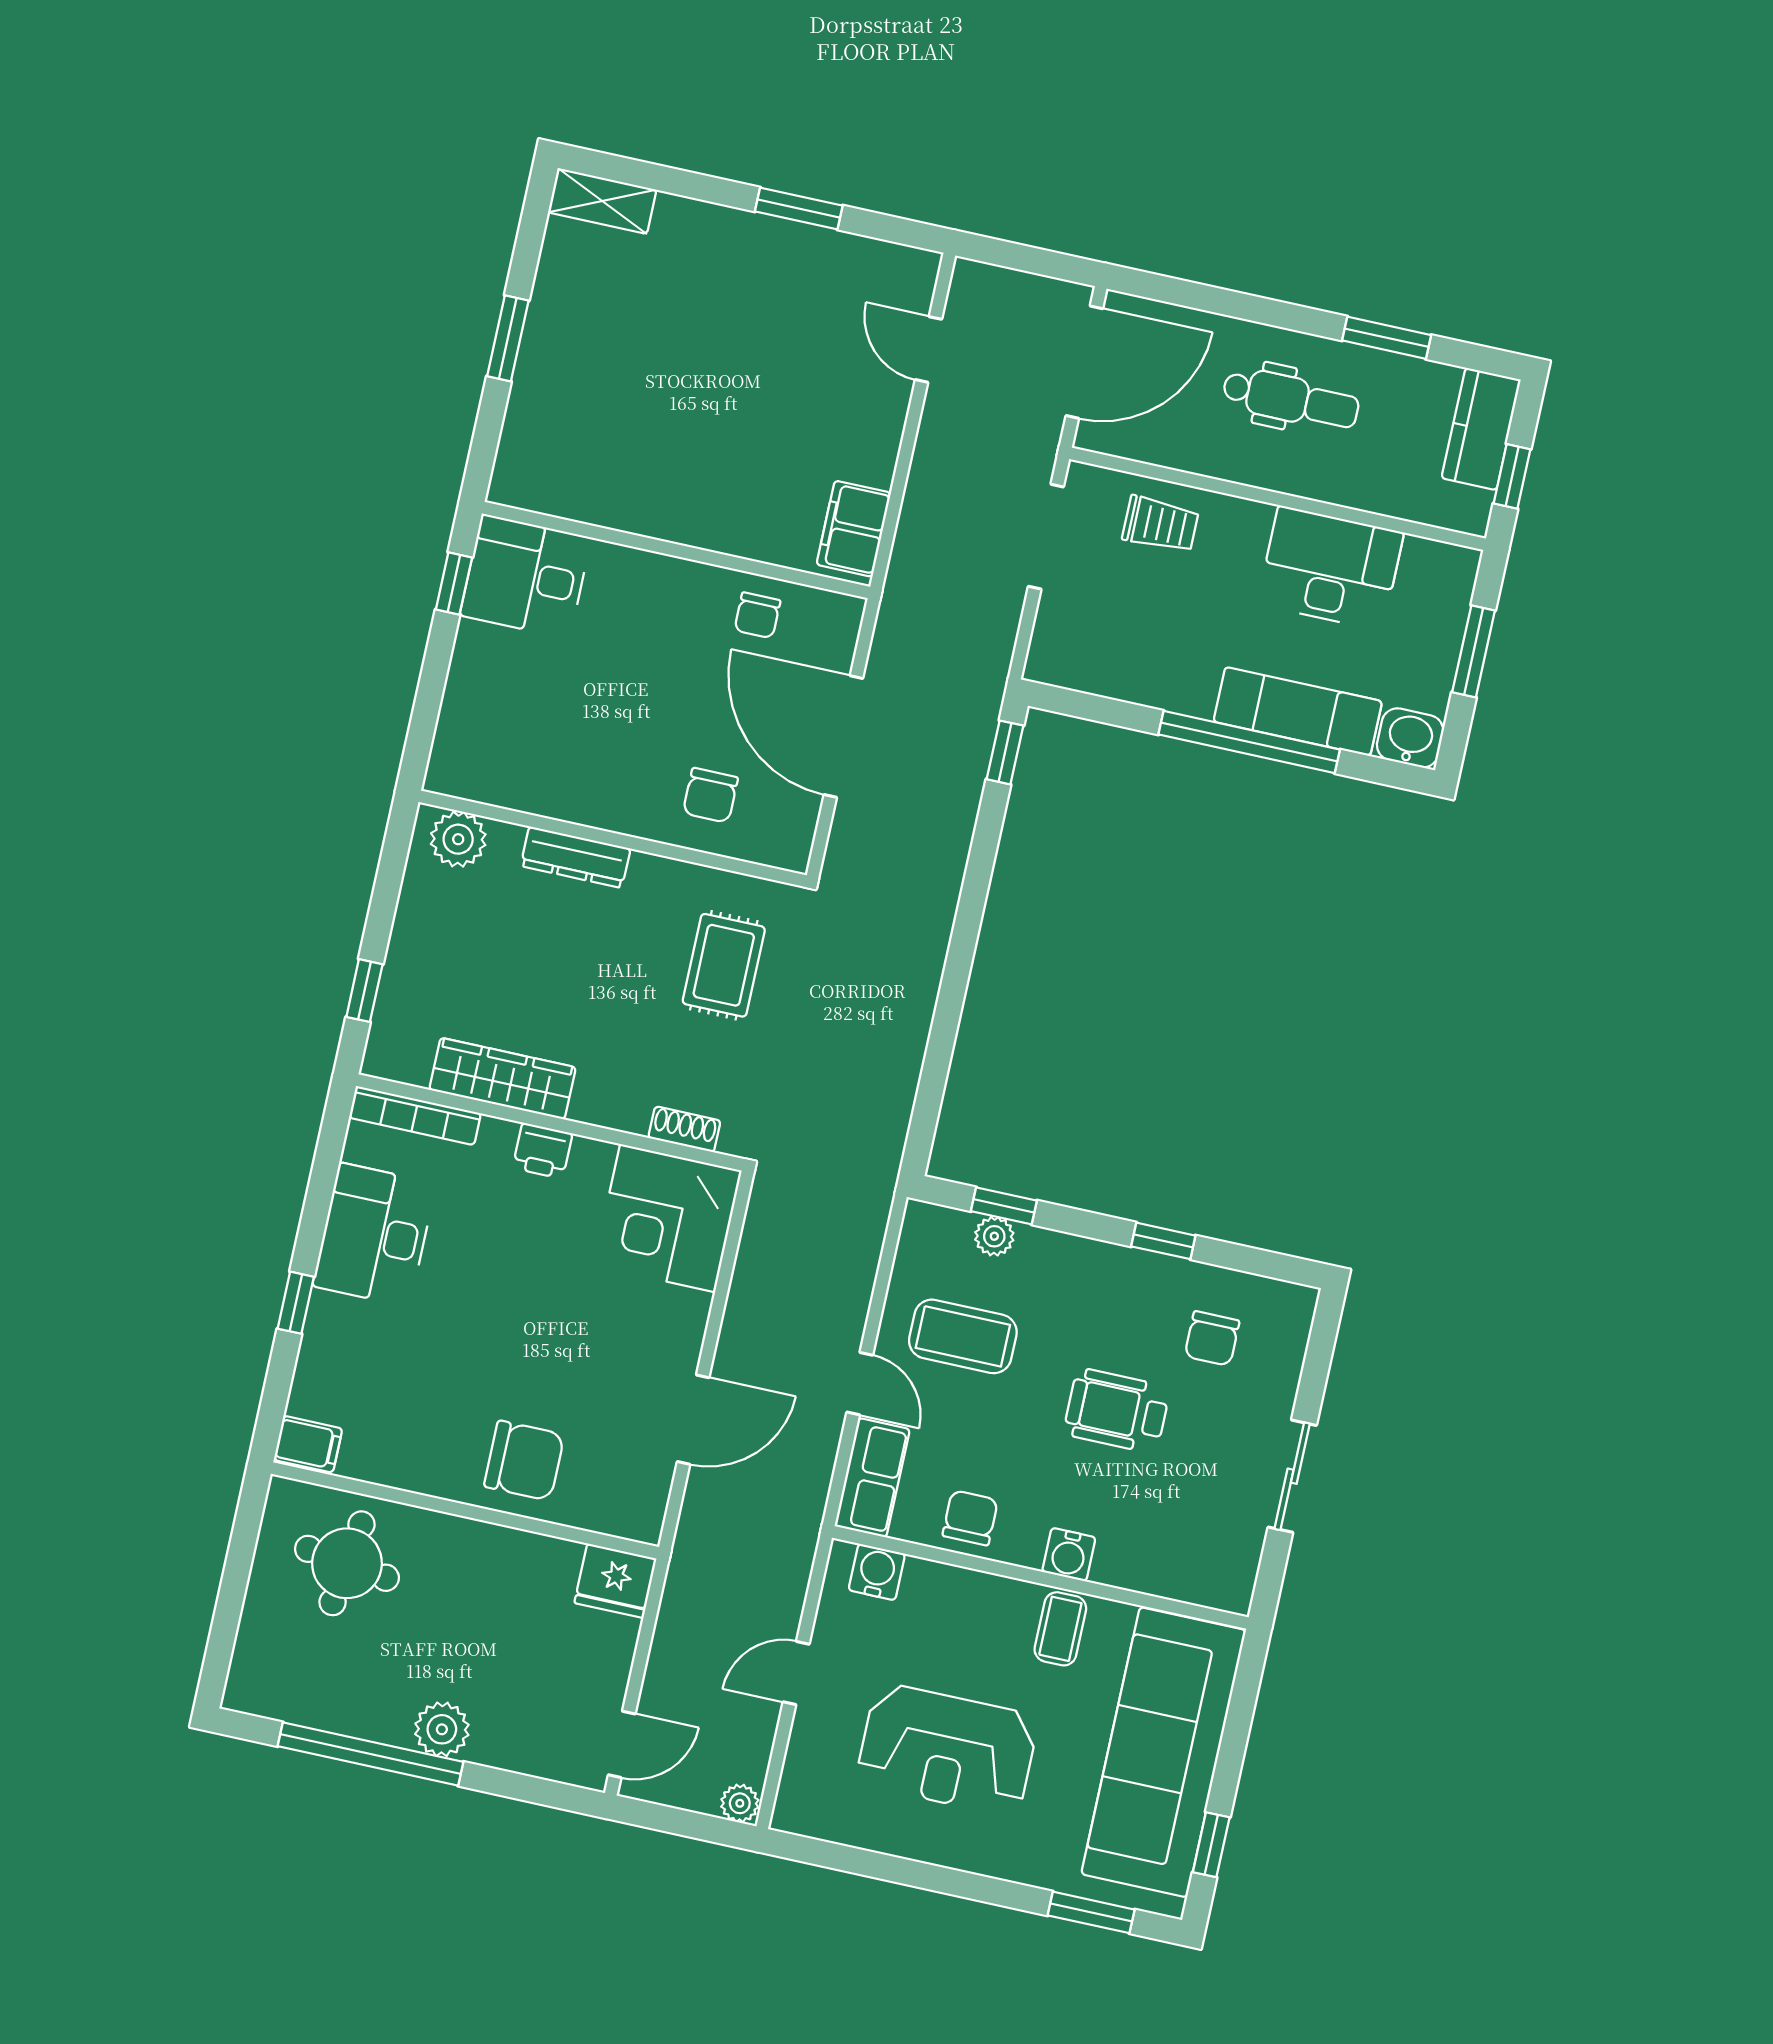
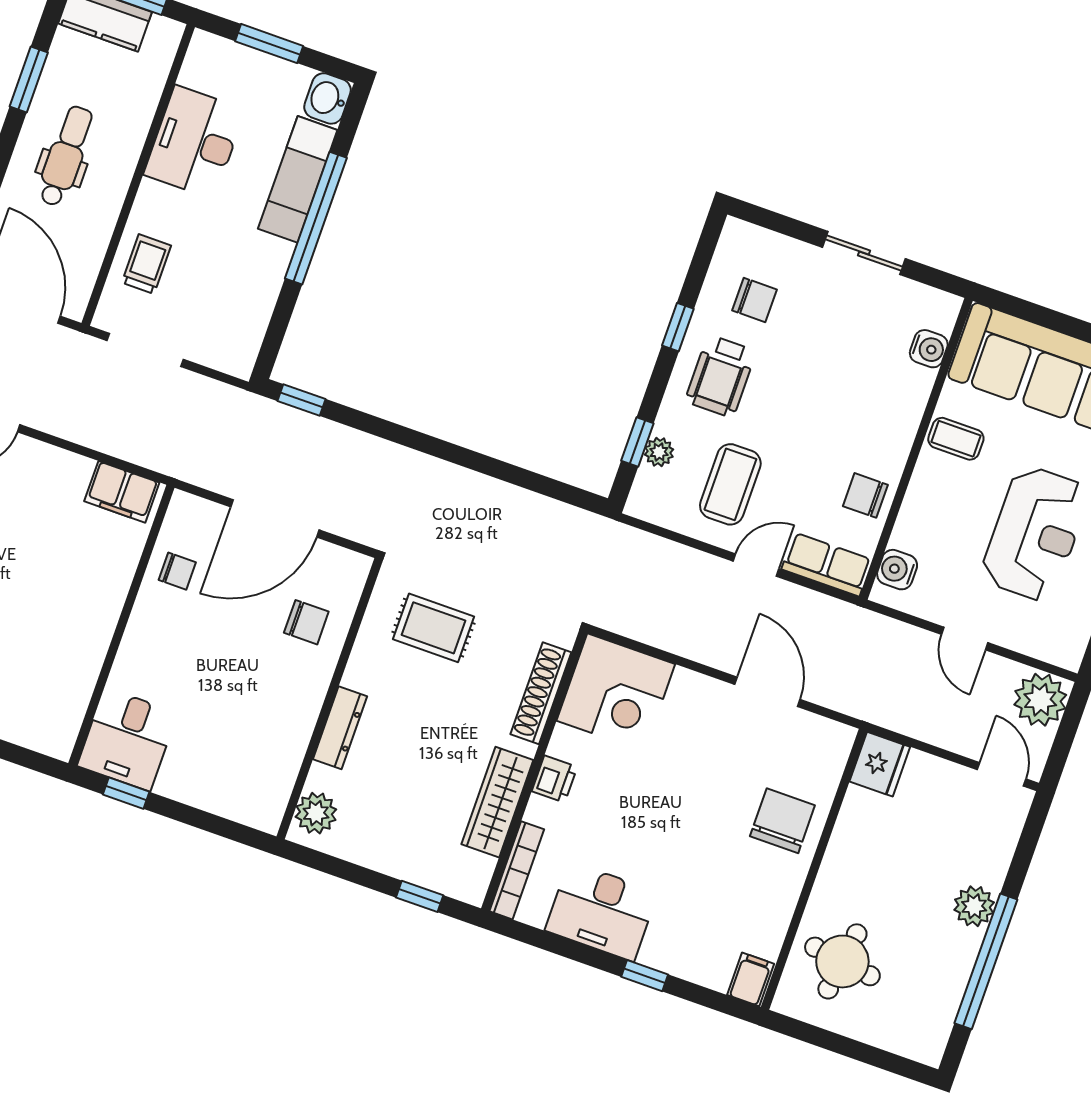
shoe rack: (684, 1129) -> (541, 693), width x1.94, depth x1.24
wheelchair: (1117, 1411) -> (721, 376), moved
water cooler: (1069, 1555) -> (929, 349), moved
plant: (740, 1803) -> (1040, 700), width x1.88, depth x1.88

